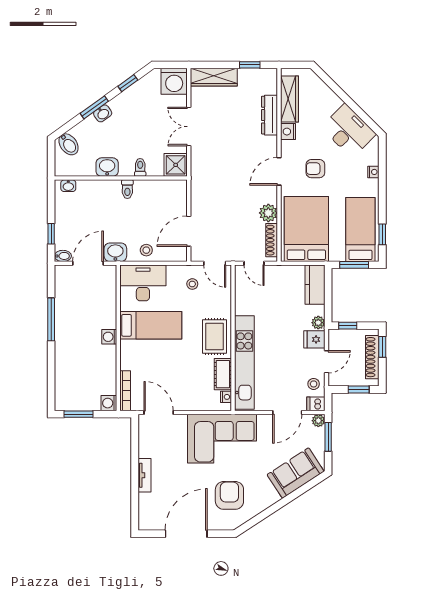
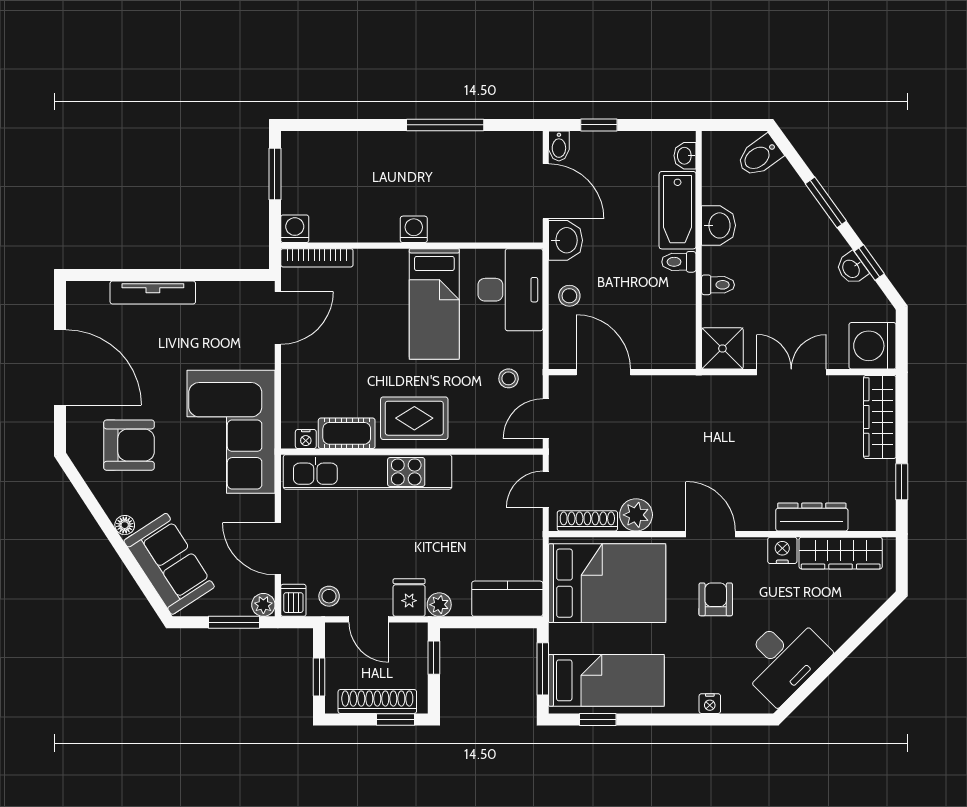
washbasin: (103, 113) -> (852, 268), moved
bathtub: (99, 190) -> (678, 210), added
tv unit: (144, 475) -> (153, 293), width x1.41
floor lamp: (274, 498) -> (125, 525), added

